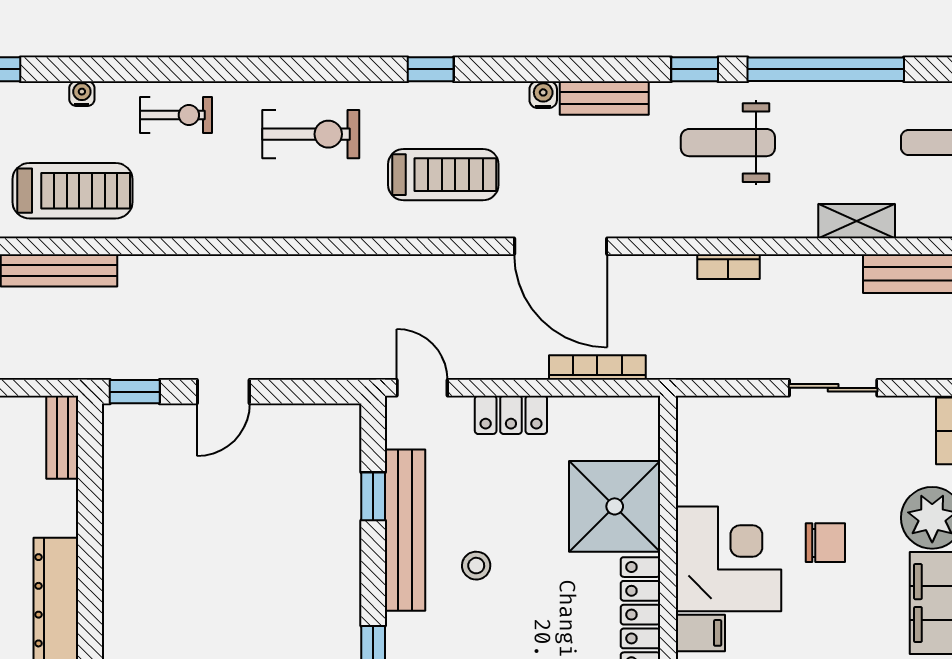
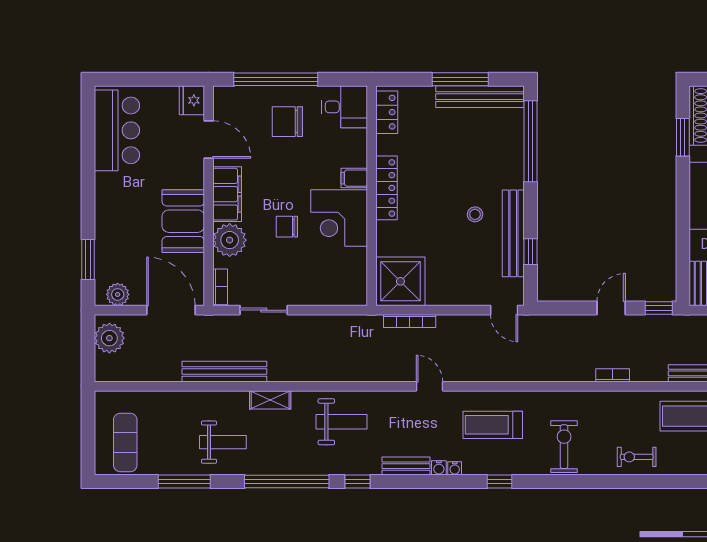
water cooler: (82, 94) -> (455, 468), moved
exercise bike: (311, 134) -> (564, 447), turned 90
weight bench: (728, 143) -> (342, 422), moved
door: (561, 246) -> (430, 386), width x0.53
bookcase: (728, 267) -> (613, 375), moved
sliding door: (833, 388) -> (264, 310), moved
locker: (511, 415) -> (456, 296), removed
shower: (615, 506) -> (400, 281), moved

